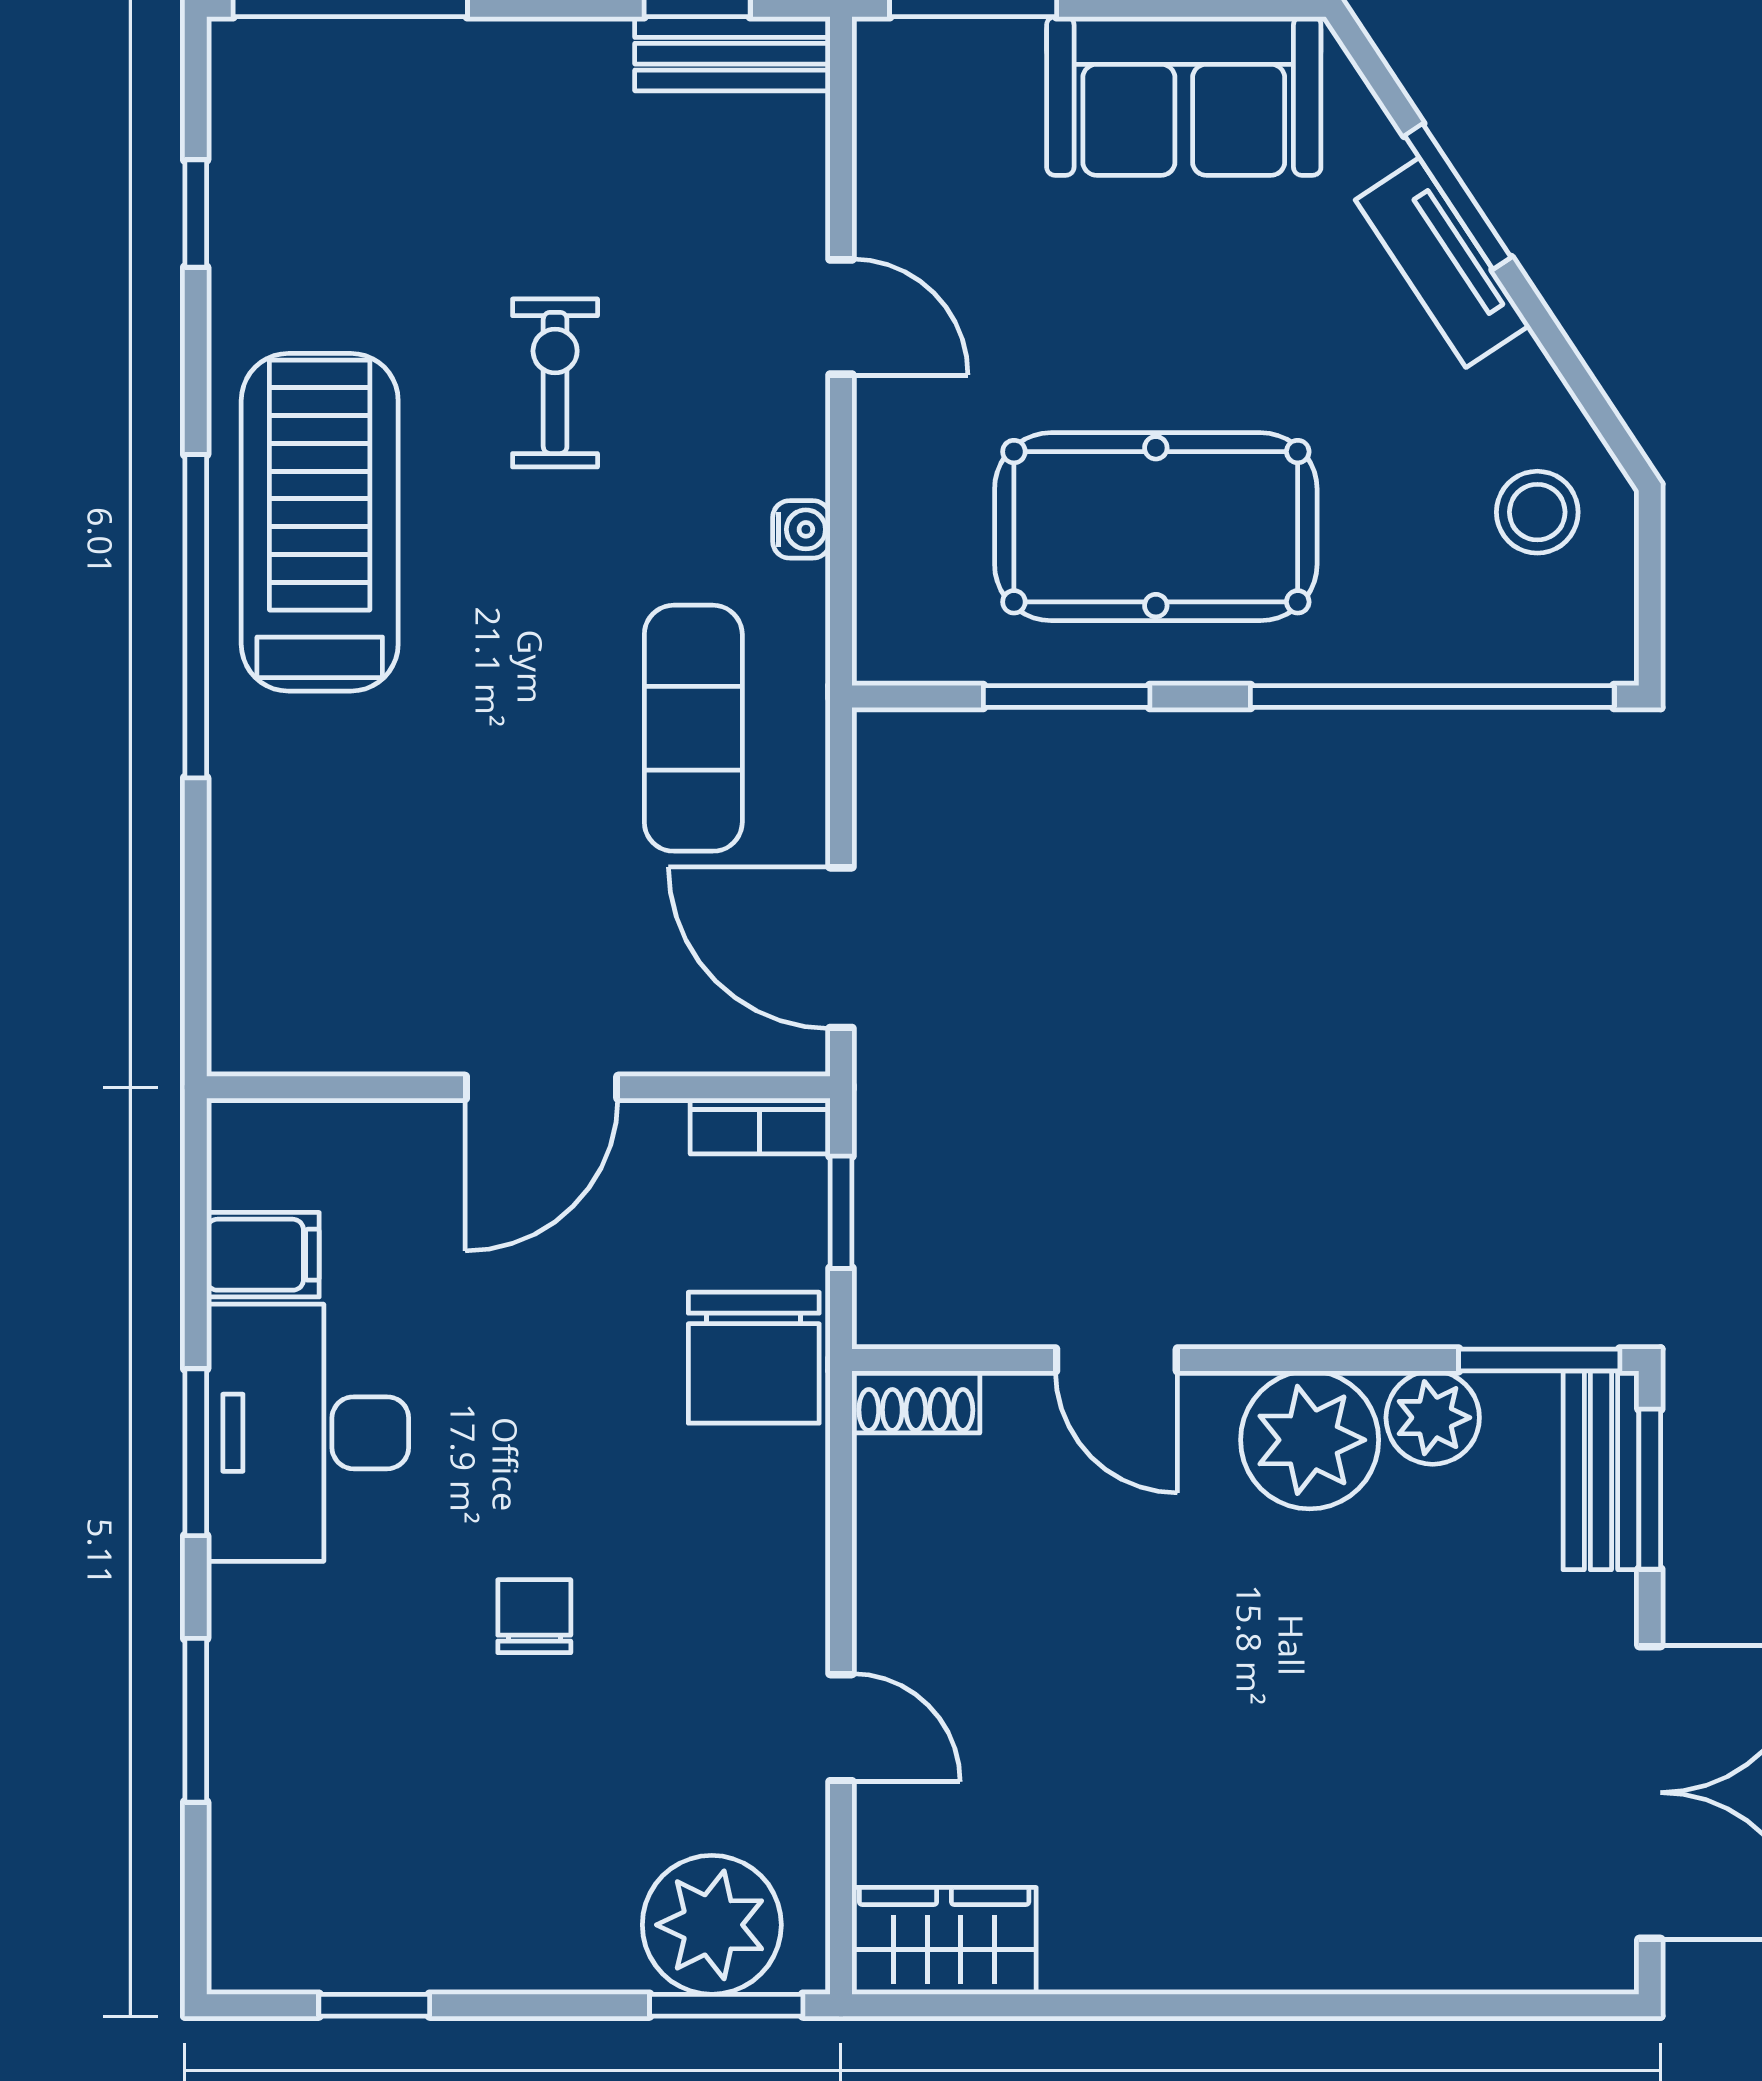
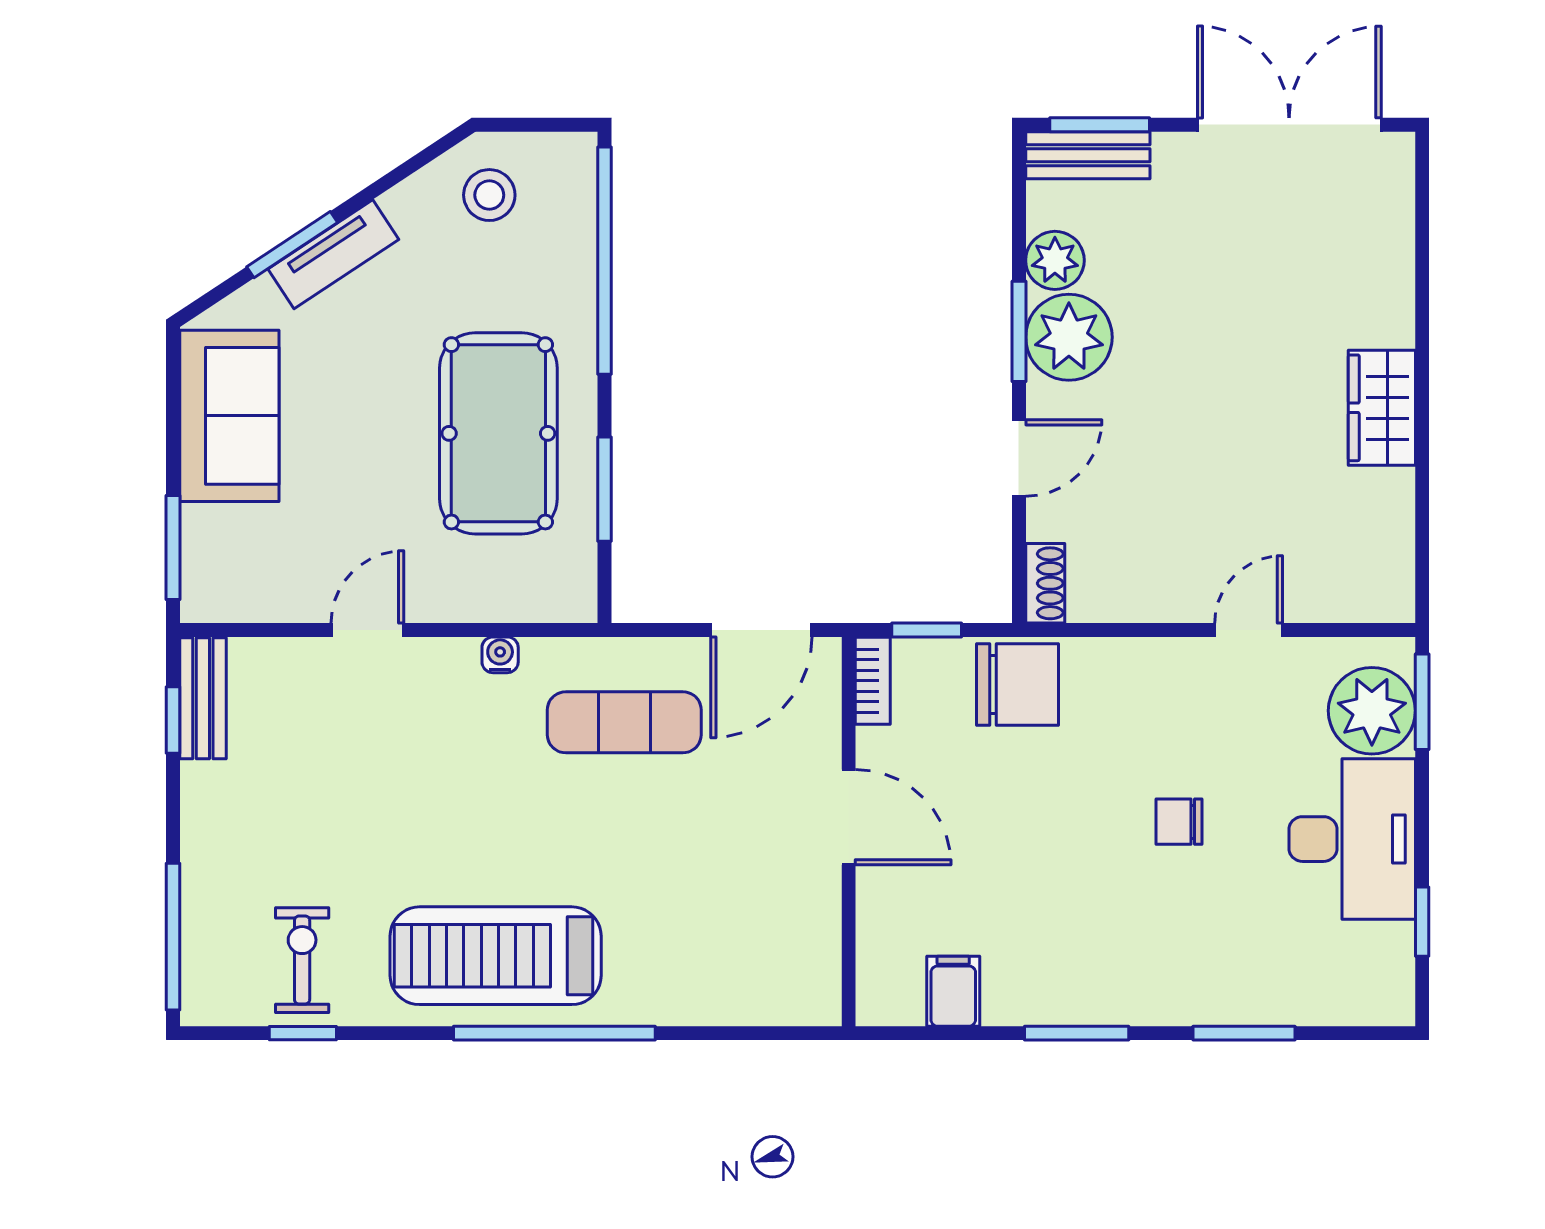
exercise bike: (555, 383) -> (302, 960), moved, turned 90
window: (1539, 1360) -> (1019, 331), moved
desk: (308, 1433) -> (1352, 839), moved, turned -90
wardrobe: (944, 1941) -> (1382, 408), moved

